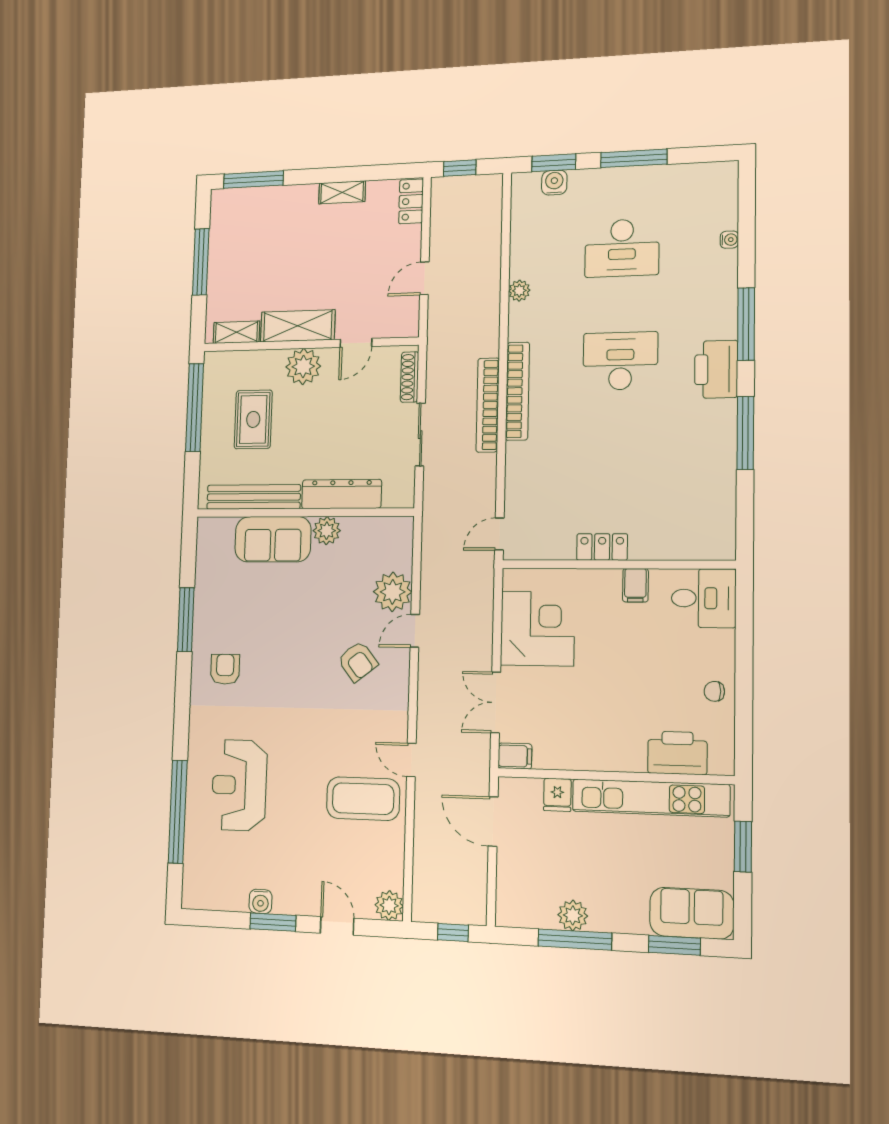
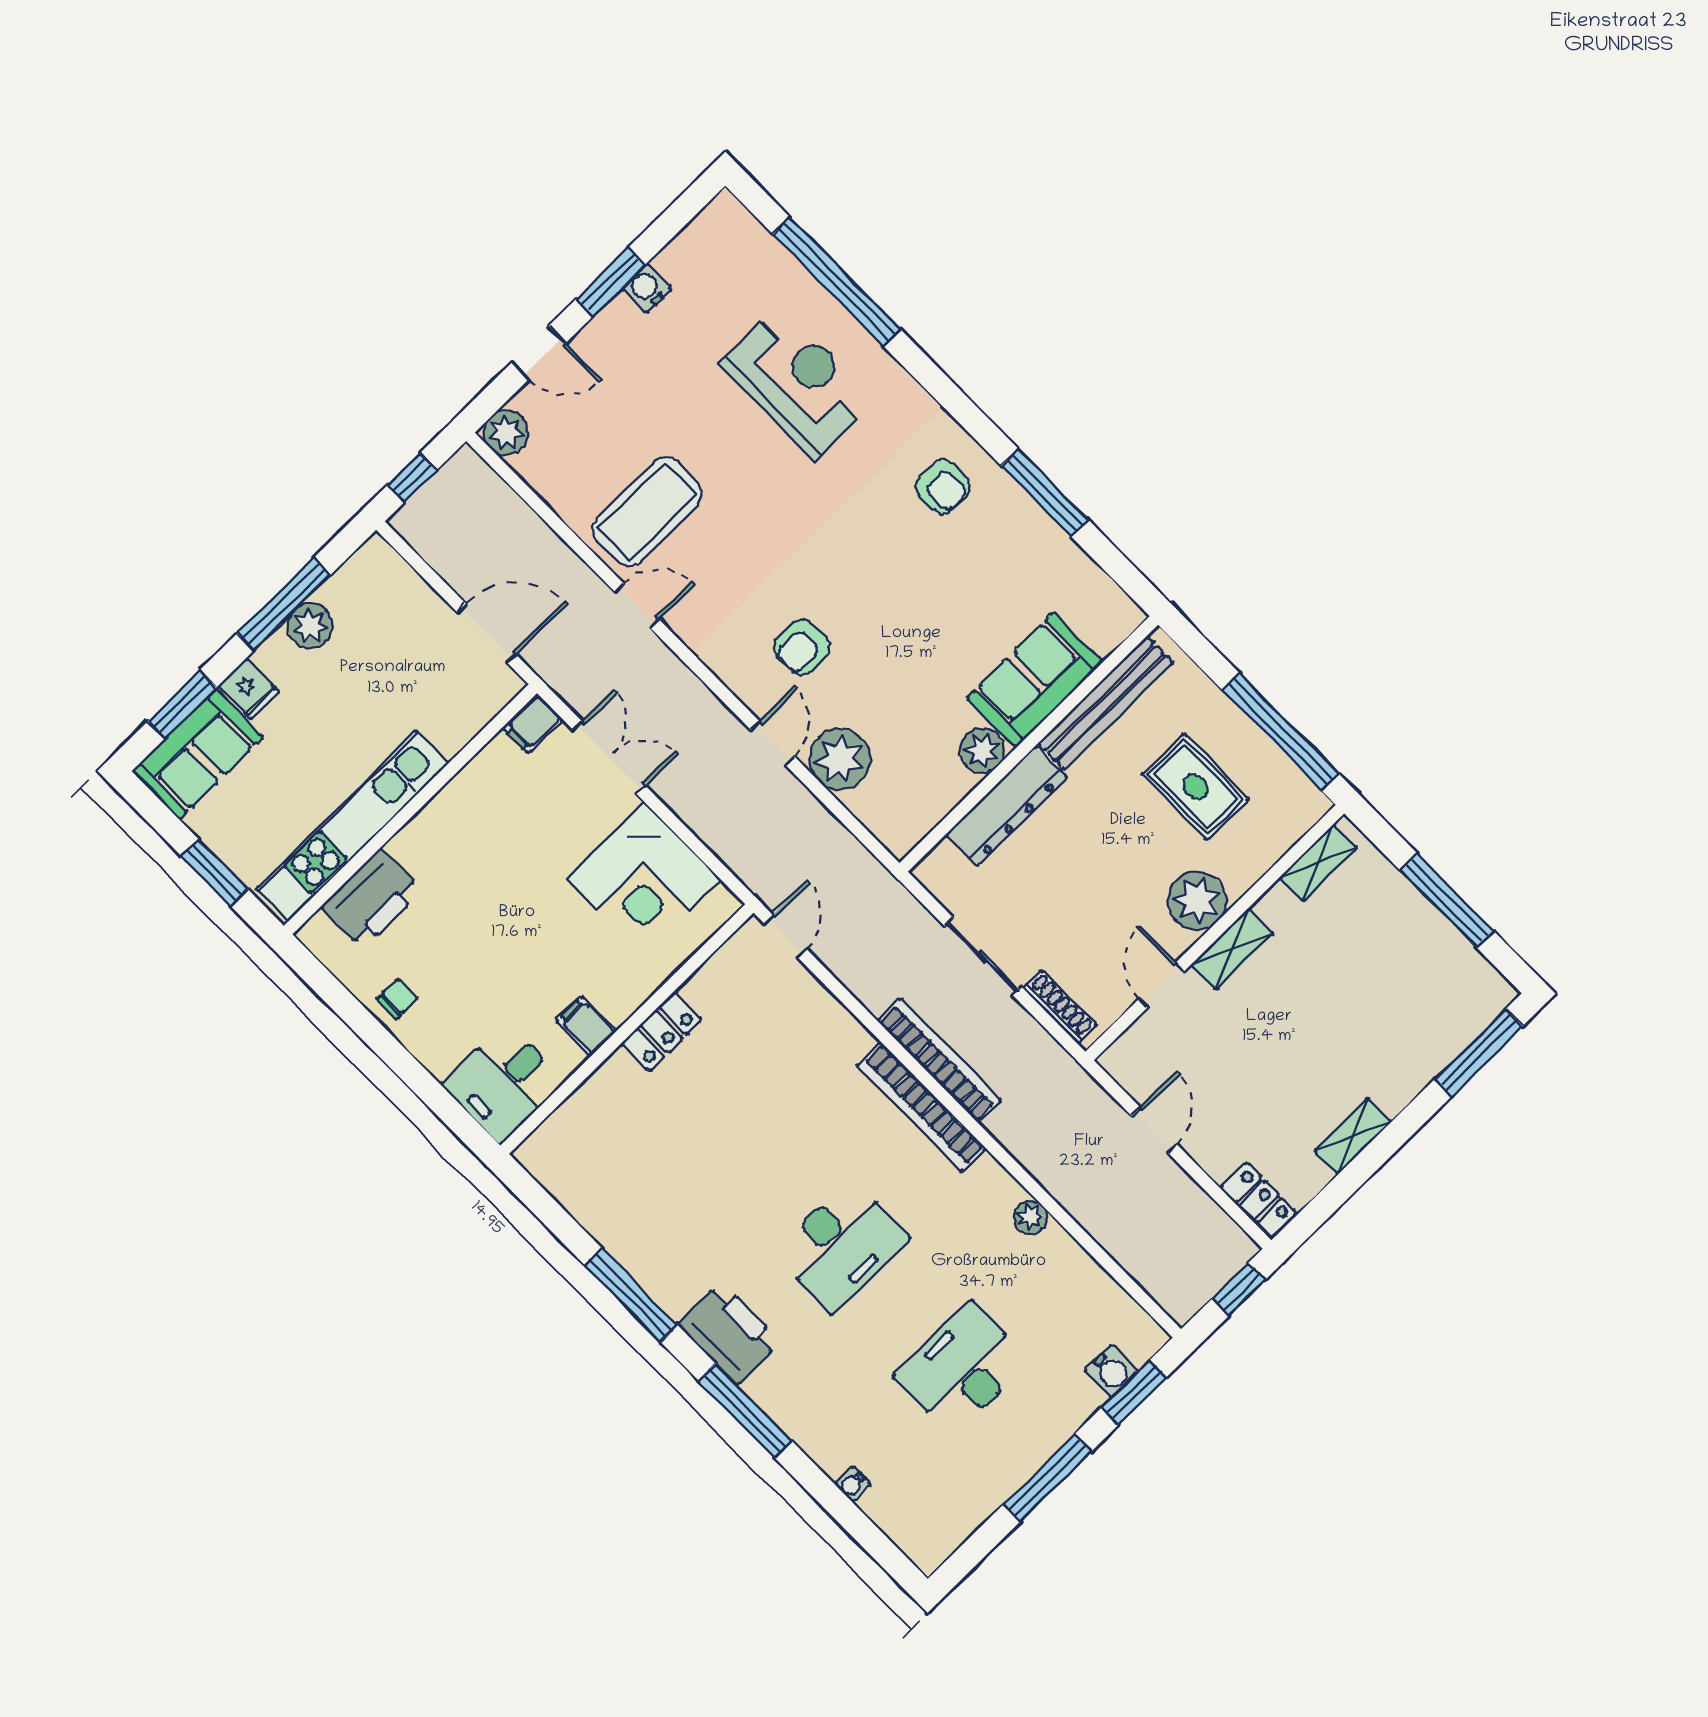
shelving: (298, 326) -> (1232, 949), width x0.67, depth x0.75
armchair: (358, 661) -> (802, 647), turned -52
fridge: (557, 795) -> (248, 689), moved, turned 180

